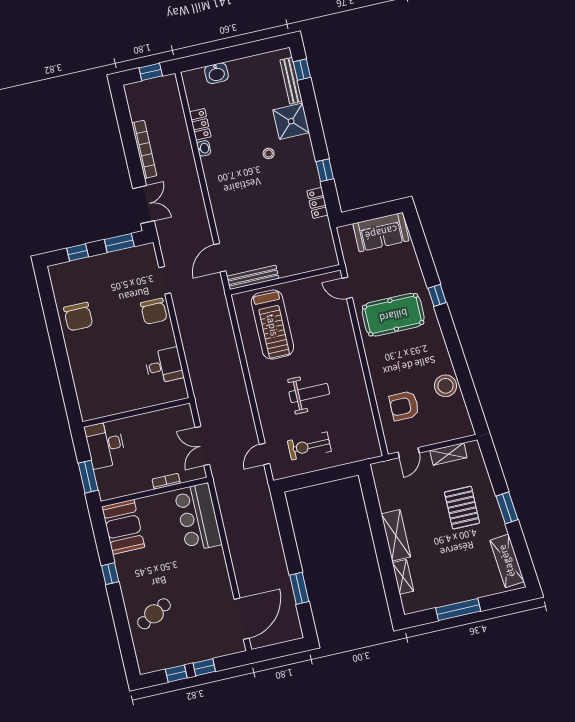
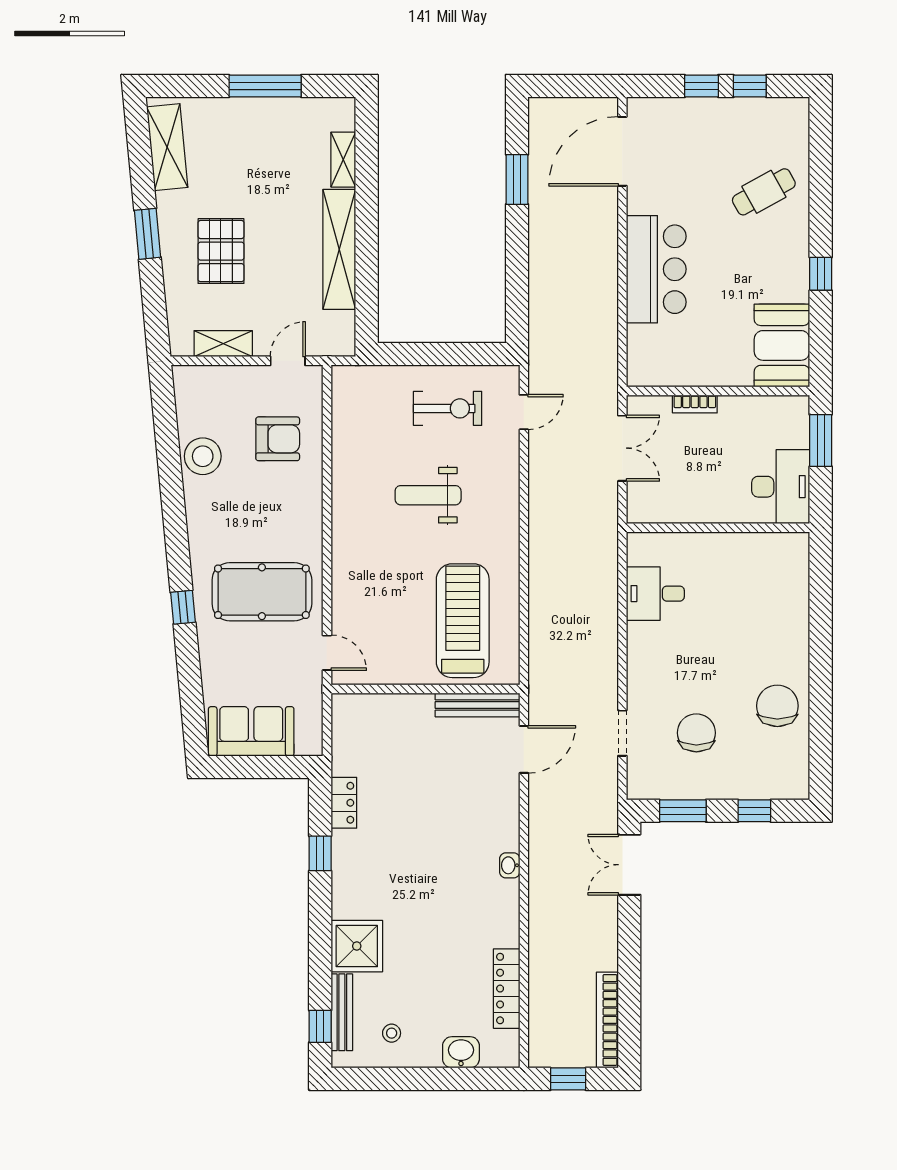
locker: (200, 124) -> (507, 989), width x1.53
washbasin: (204, 148) -> (510, 865), moved
bookcase: (144, 149) -> (607, 1020), moved
stool: (269, 153) -> (392, 1033), moved
chair: (154, 311) -> (696, 733), moved
bar counter: (198, 517) -> (656, 269), moved
shelving: (396, 535) -> (339, 249), width x1.47

